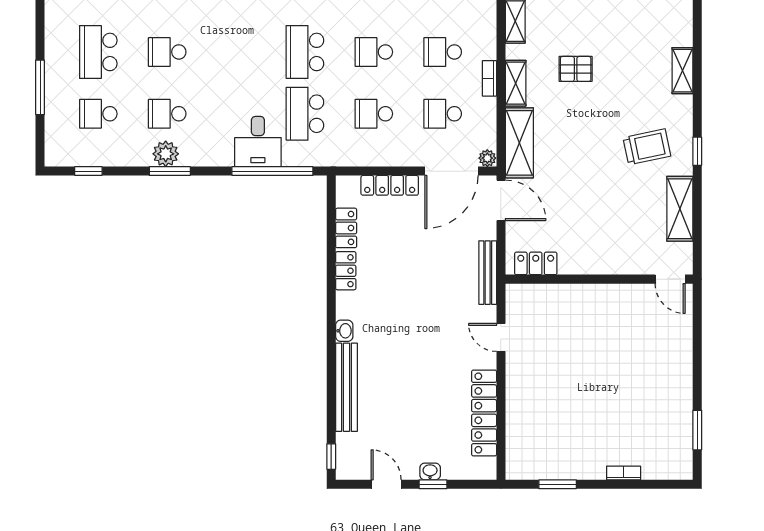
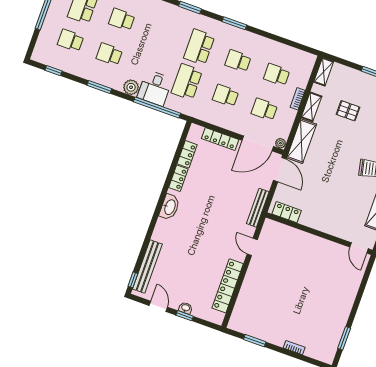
plant: (166, 154) -> (131, 87), moved
washbasin: (344, 331) -> (170, 207), width x1.91, depth x1.45
bench: (347, 387) -> (147, 267), moved

